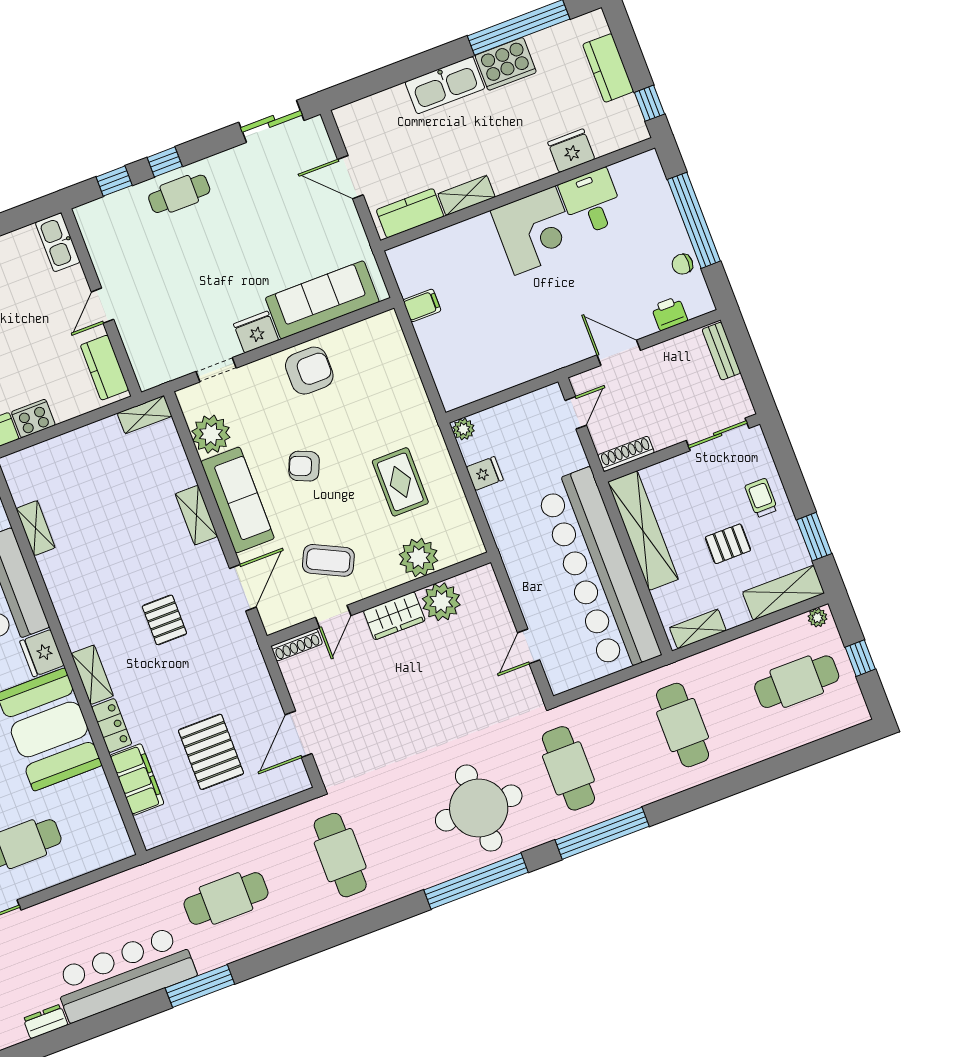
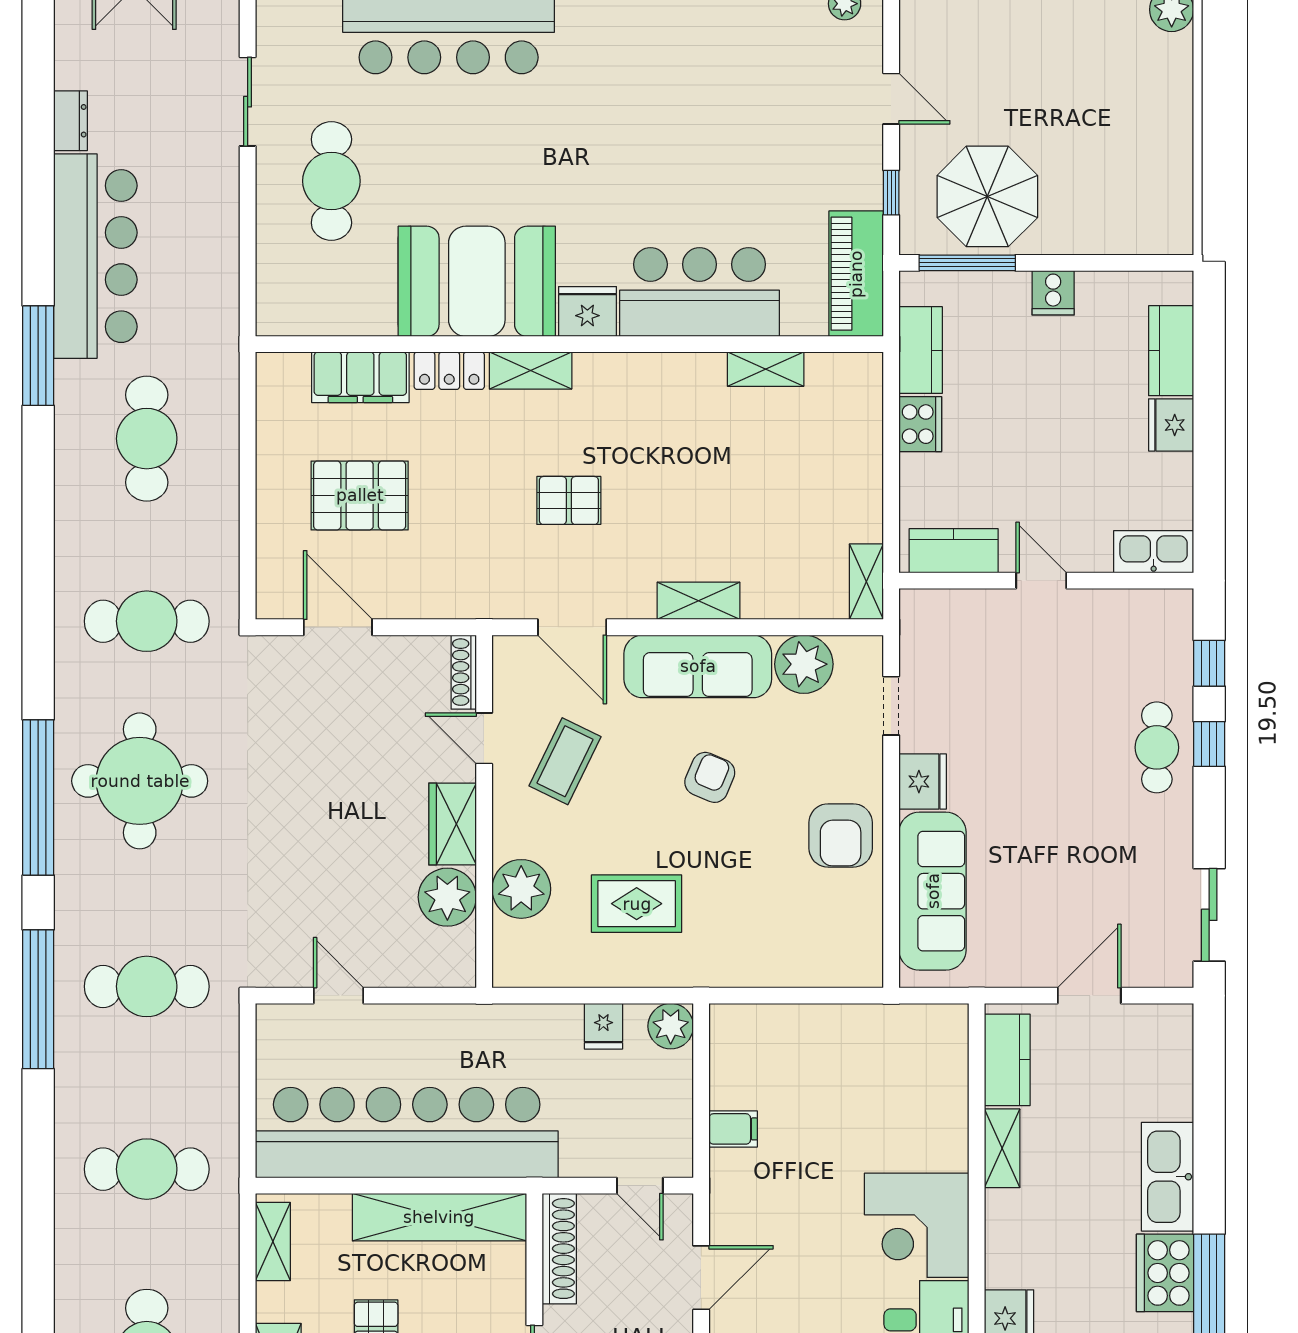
filing cabinet: (422, 305) -> (733, 1129), moved, turned -90
plant: (463, 429) -> (671, 1026), width x1.38, depth x1.38
shoe rack: (626, 454) -> (559, 1249), width x1.36, depth x1.24
round table: (479, 808) -> (140, 781), moved

